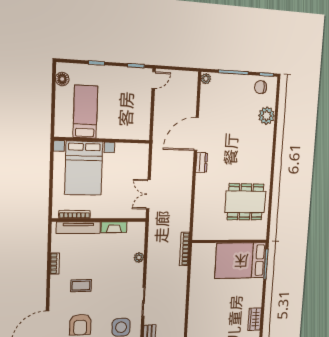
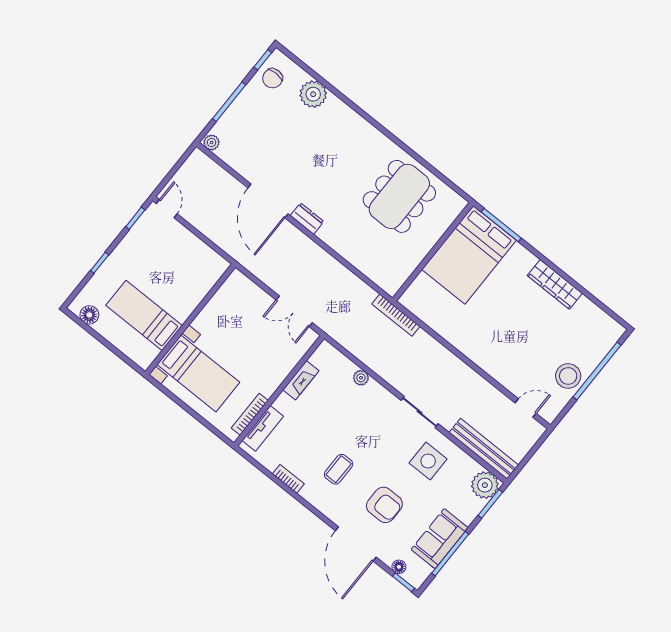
bed with nightstands: (84, 168) -> (198, 373), width x0.73
tv unit: (78, 228) -> (263, 428), width x0.71
wardrobe: (255, 319) -> (555, 284), width x1.50

